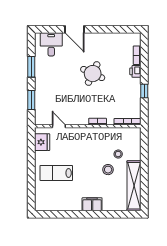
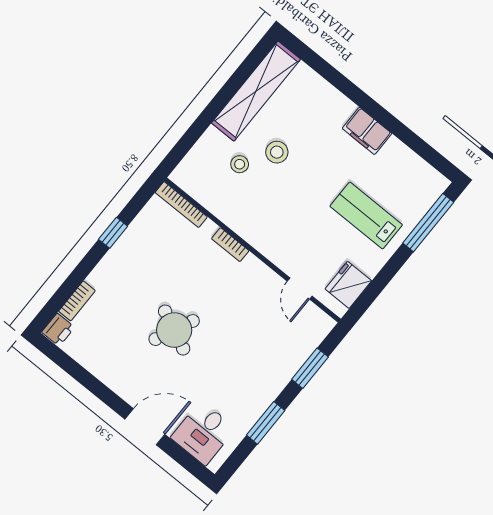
door: (75, 29) -> (145, 427), hinge flipped
printer: (135, 71) -> (58, 330), moved
lab bench: (56, 173) -> (366, 215), turned 180
window: (31, 189) -> (428, 223), added
filing cabinet: (92, 204) -> (367, 131), moved

